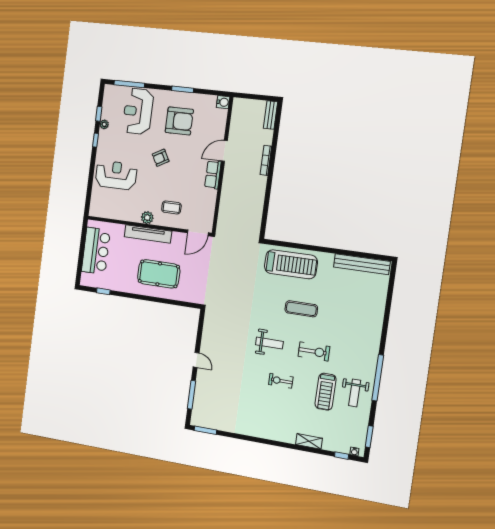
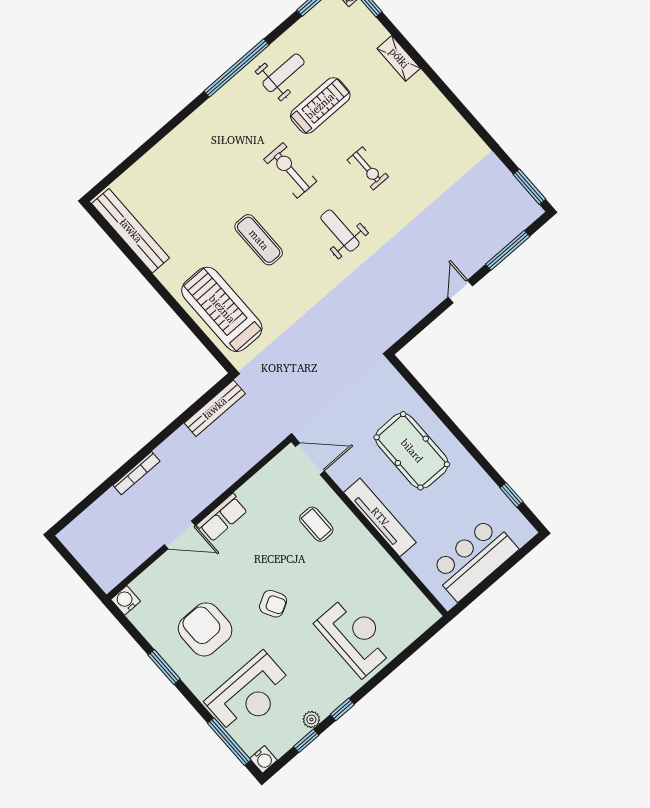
water cooler: (109, 90) -> (263, 759), added
bench: (271, 115) -> (215, 408), moved, width x1.36
reception desk: (116, 175) -> (355, 636), turned 180
plant: (147, 218) -> (362, 540), removed

